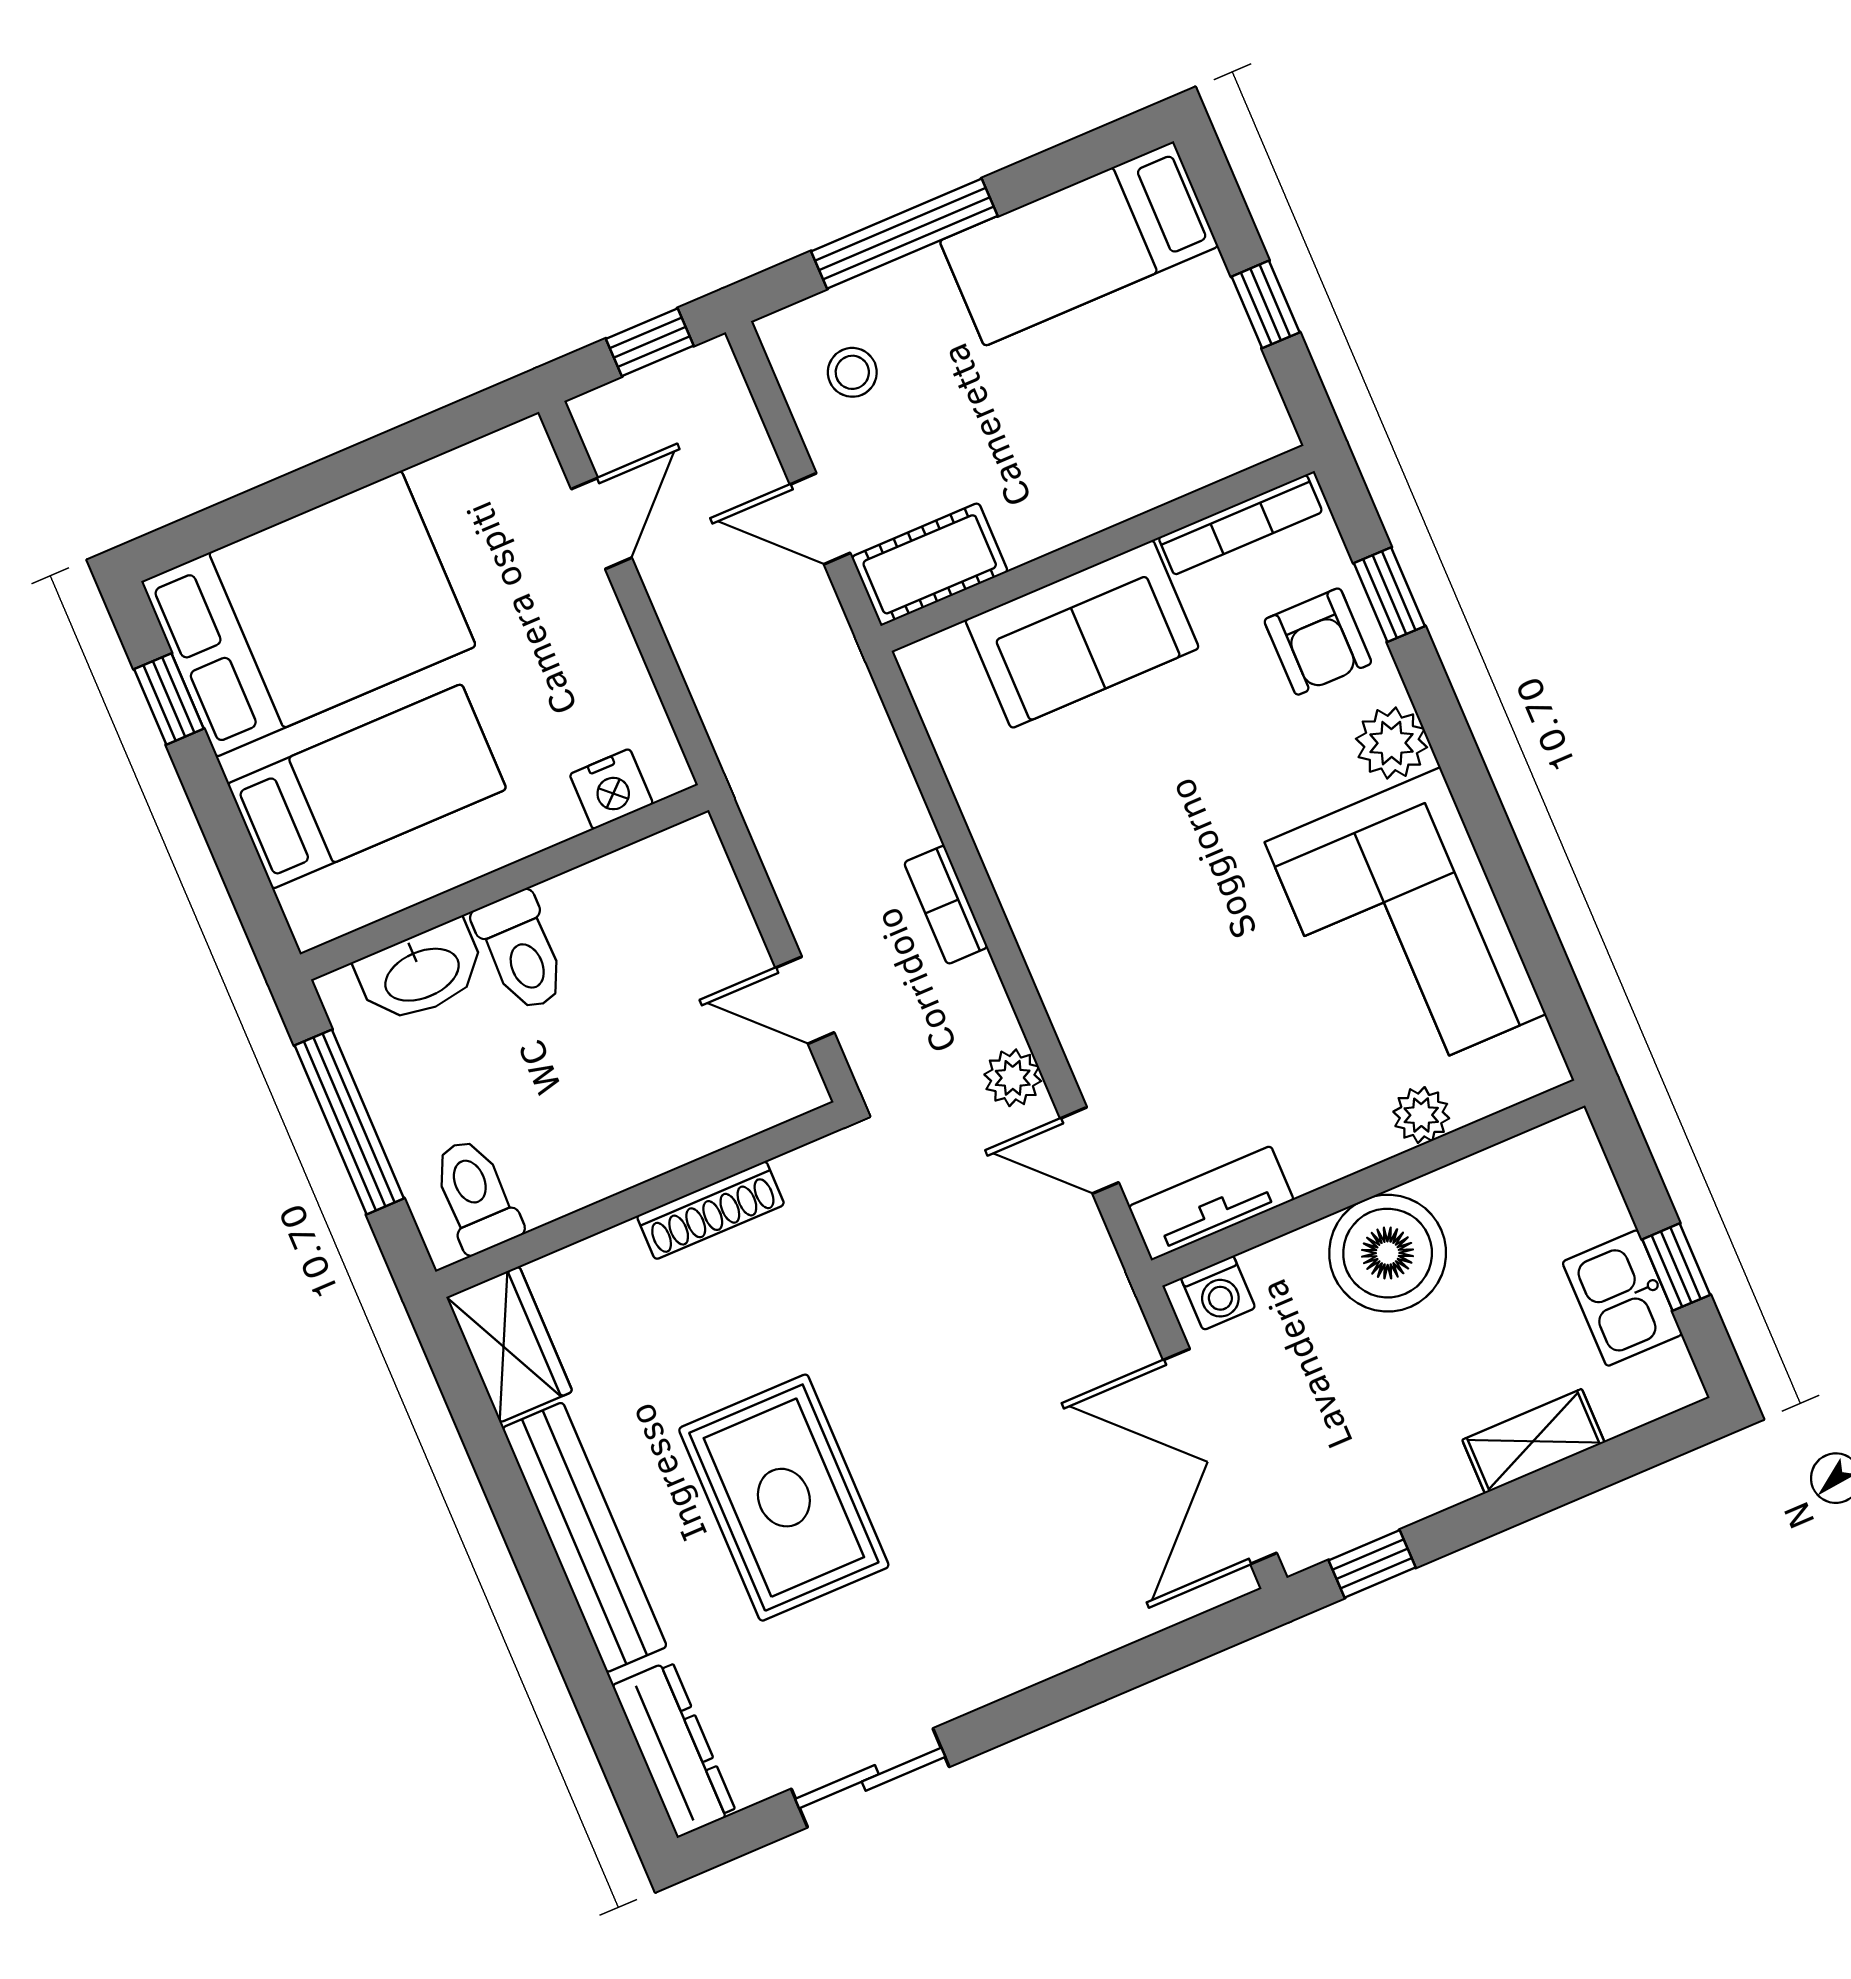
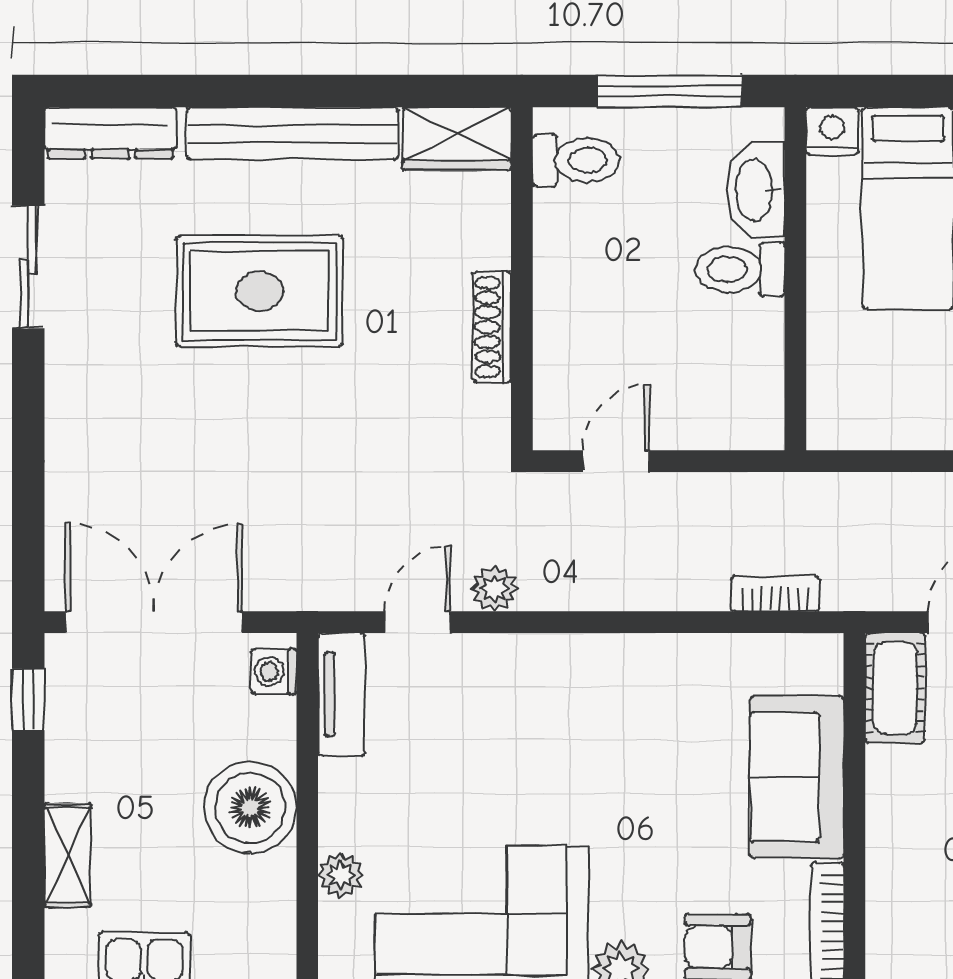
nightstand: (611, 789) -> (832, 131), moved, turned 90
bookcase: (946, 905) -> (775, 594), moved

